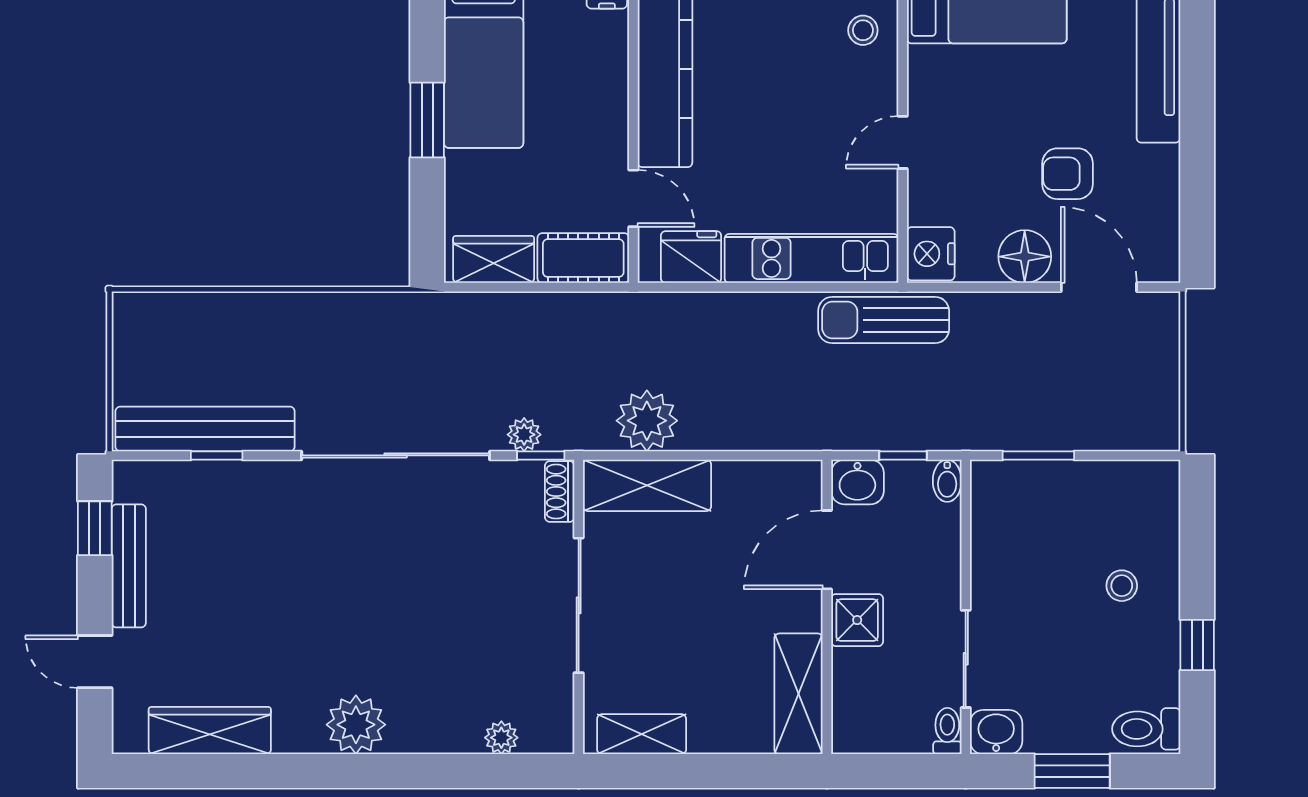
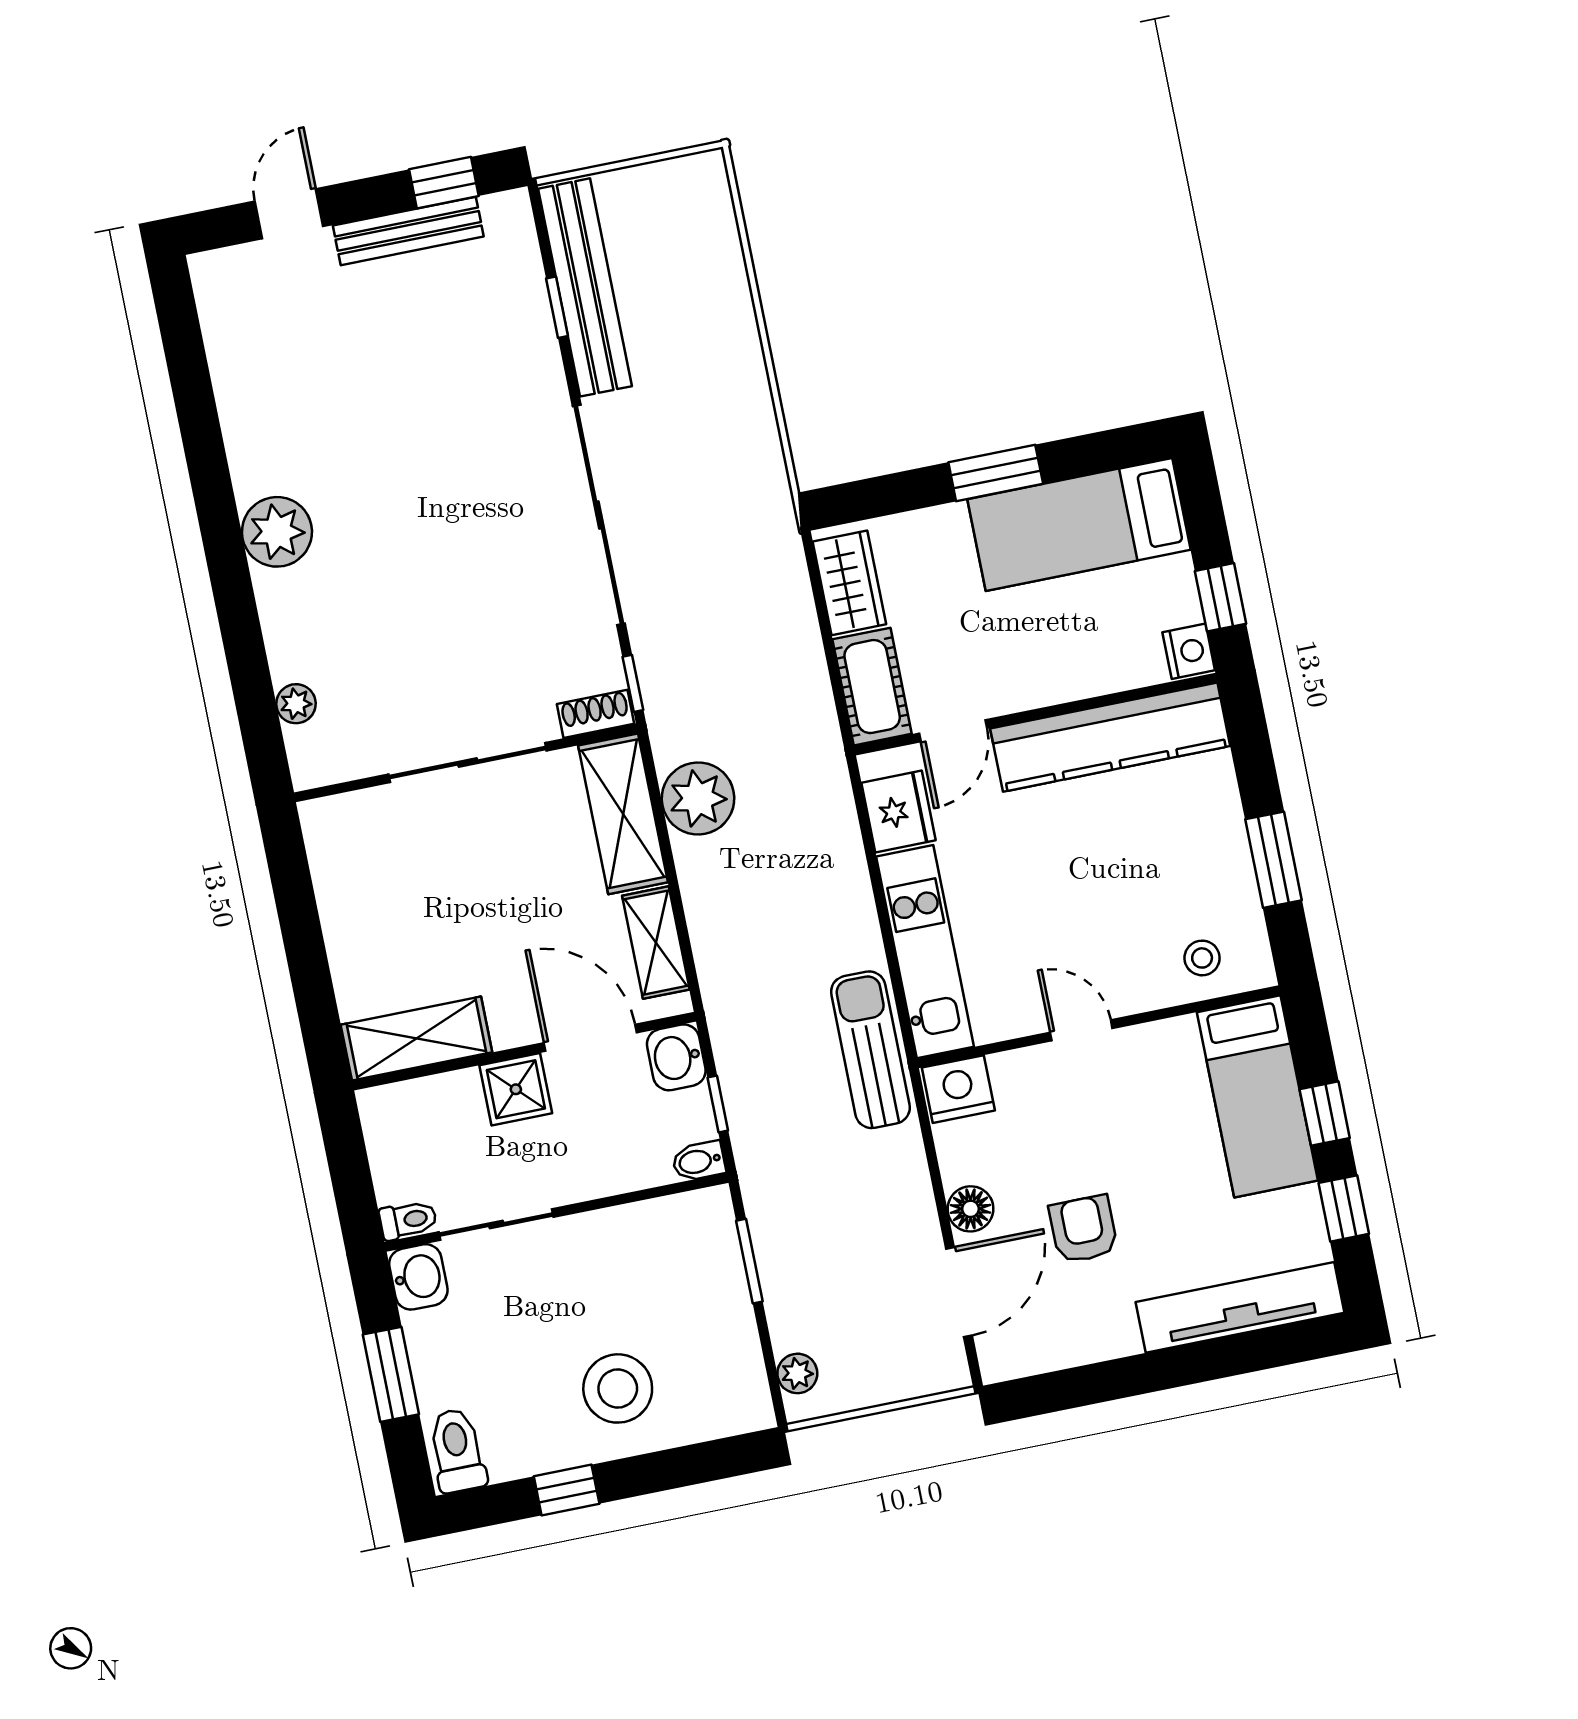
floor lamp: (1025, 257) -> (970, 1209), width x0.73, depth x0.73
plant: (524, 435) -> (797, 1373), moved
stool: (1122, 586) -> (618, 1388), width x1.89, depth x1.89
wardrobe: (210, 731) -> (236, 364), removed
shelving: (642, 734) -> (656, 943), moved

